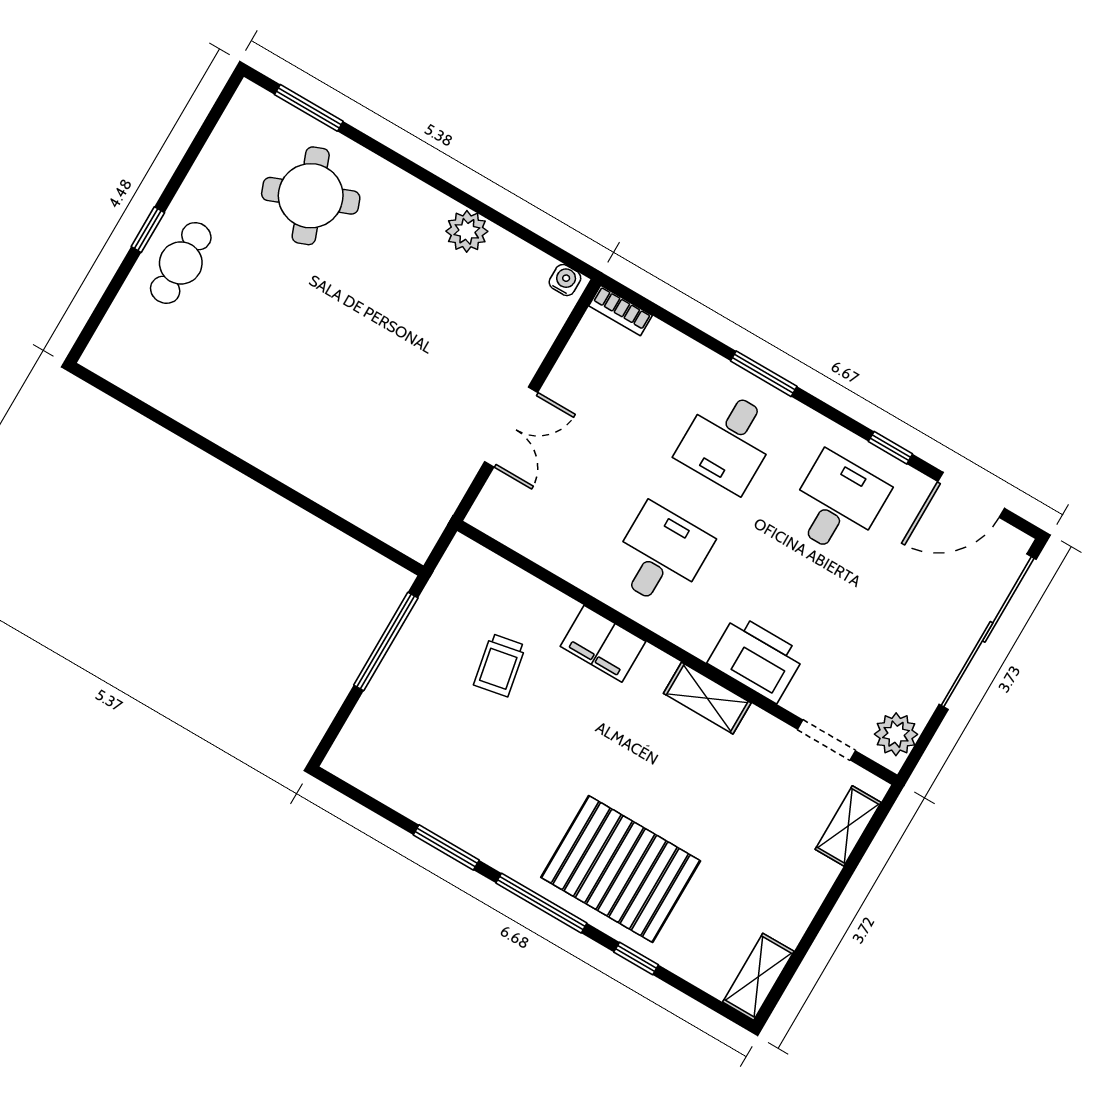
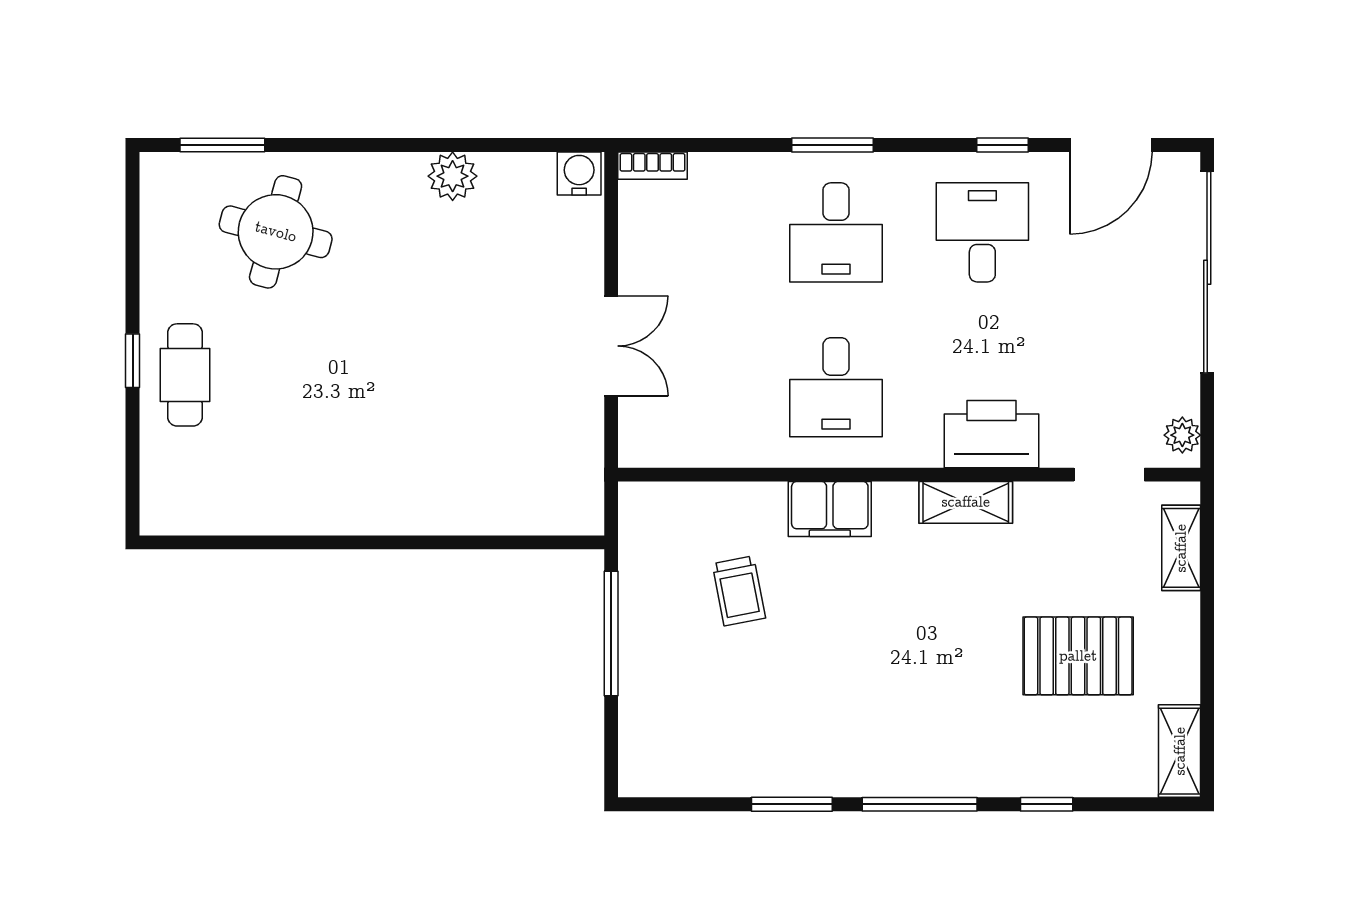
round table: (311, 196) -> (276, 232), turned 36
water cooler: (565, 280) -> (579, 173), width x1.38, depth x1.38
desk: (661, 556) -> (836, 387), turned 180
plant: (896, 734) -> (1182, 435), width x0.73, depth x0.73
pallet: (621, 869) -> (1078, 656), moved, width x0.73, depth x0.71

